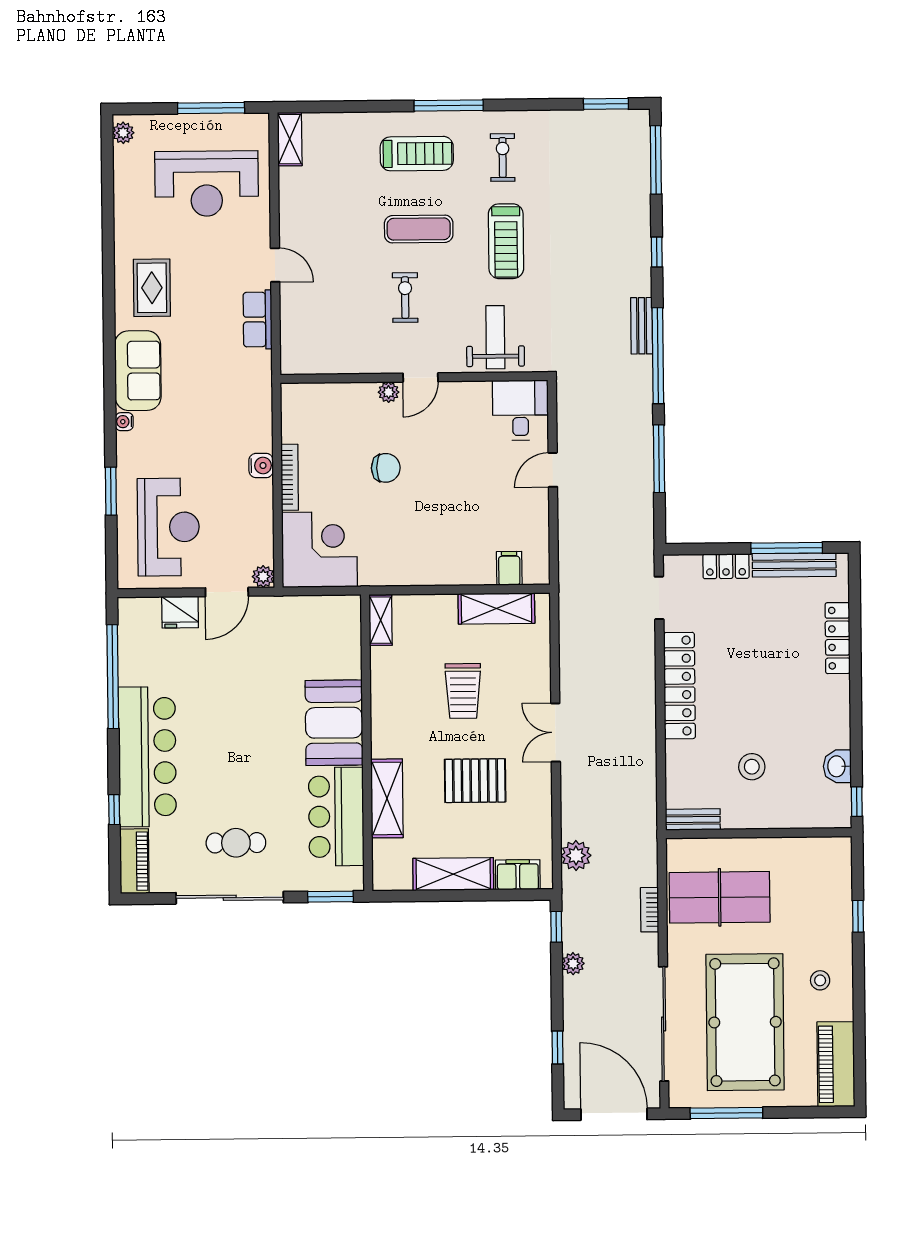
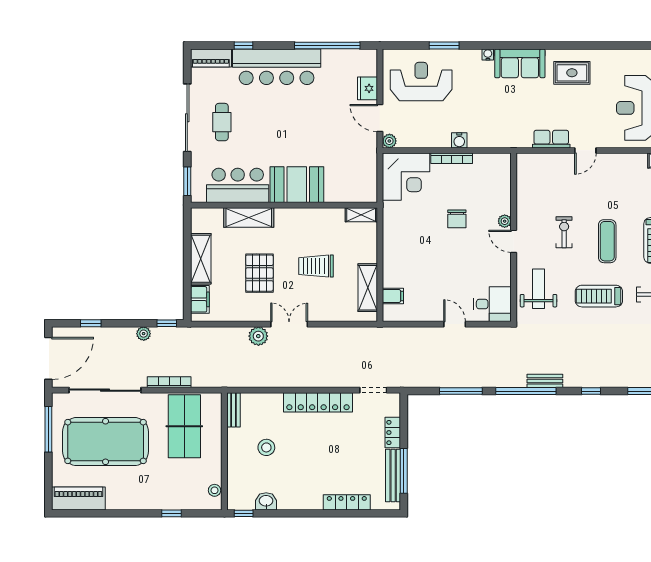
exercise bike: (405, 298) -> (564, 232), turned -90
weight bench: (495, 337) -> (539, 289), turned -90
reception desk: (168, 527) -> (421, 82), turned 180
plant: (576, 855) -> (258, 336), moved
bookcase: (650, 910) -> (169, 382), width x1.56
stool: (820, 980) -> (215, 490), moved

